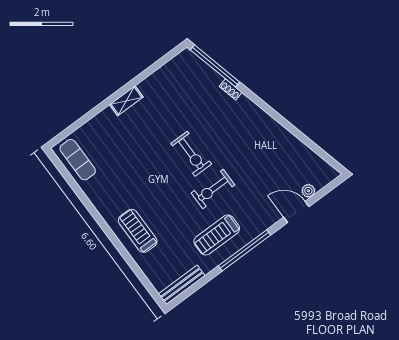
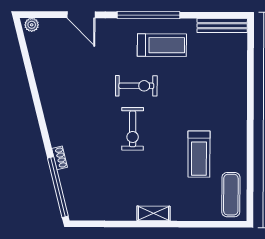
exercise bike: (191, 154) -> (133, 129), turned 180
plant: (308, 191) -> (32, 25), moved
treadmill: (138, 231) -> (199, 154), moved

